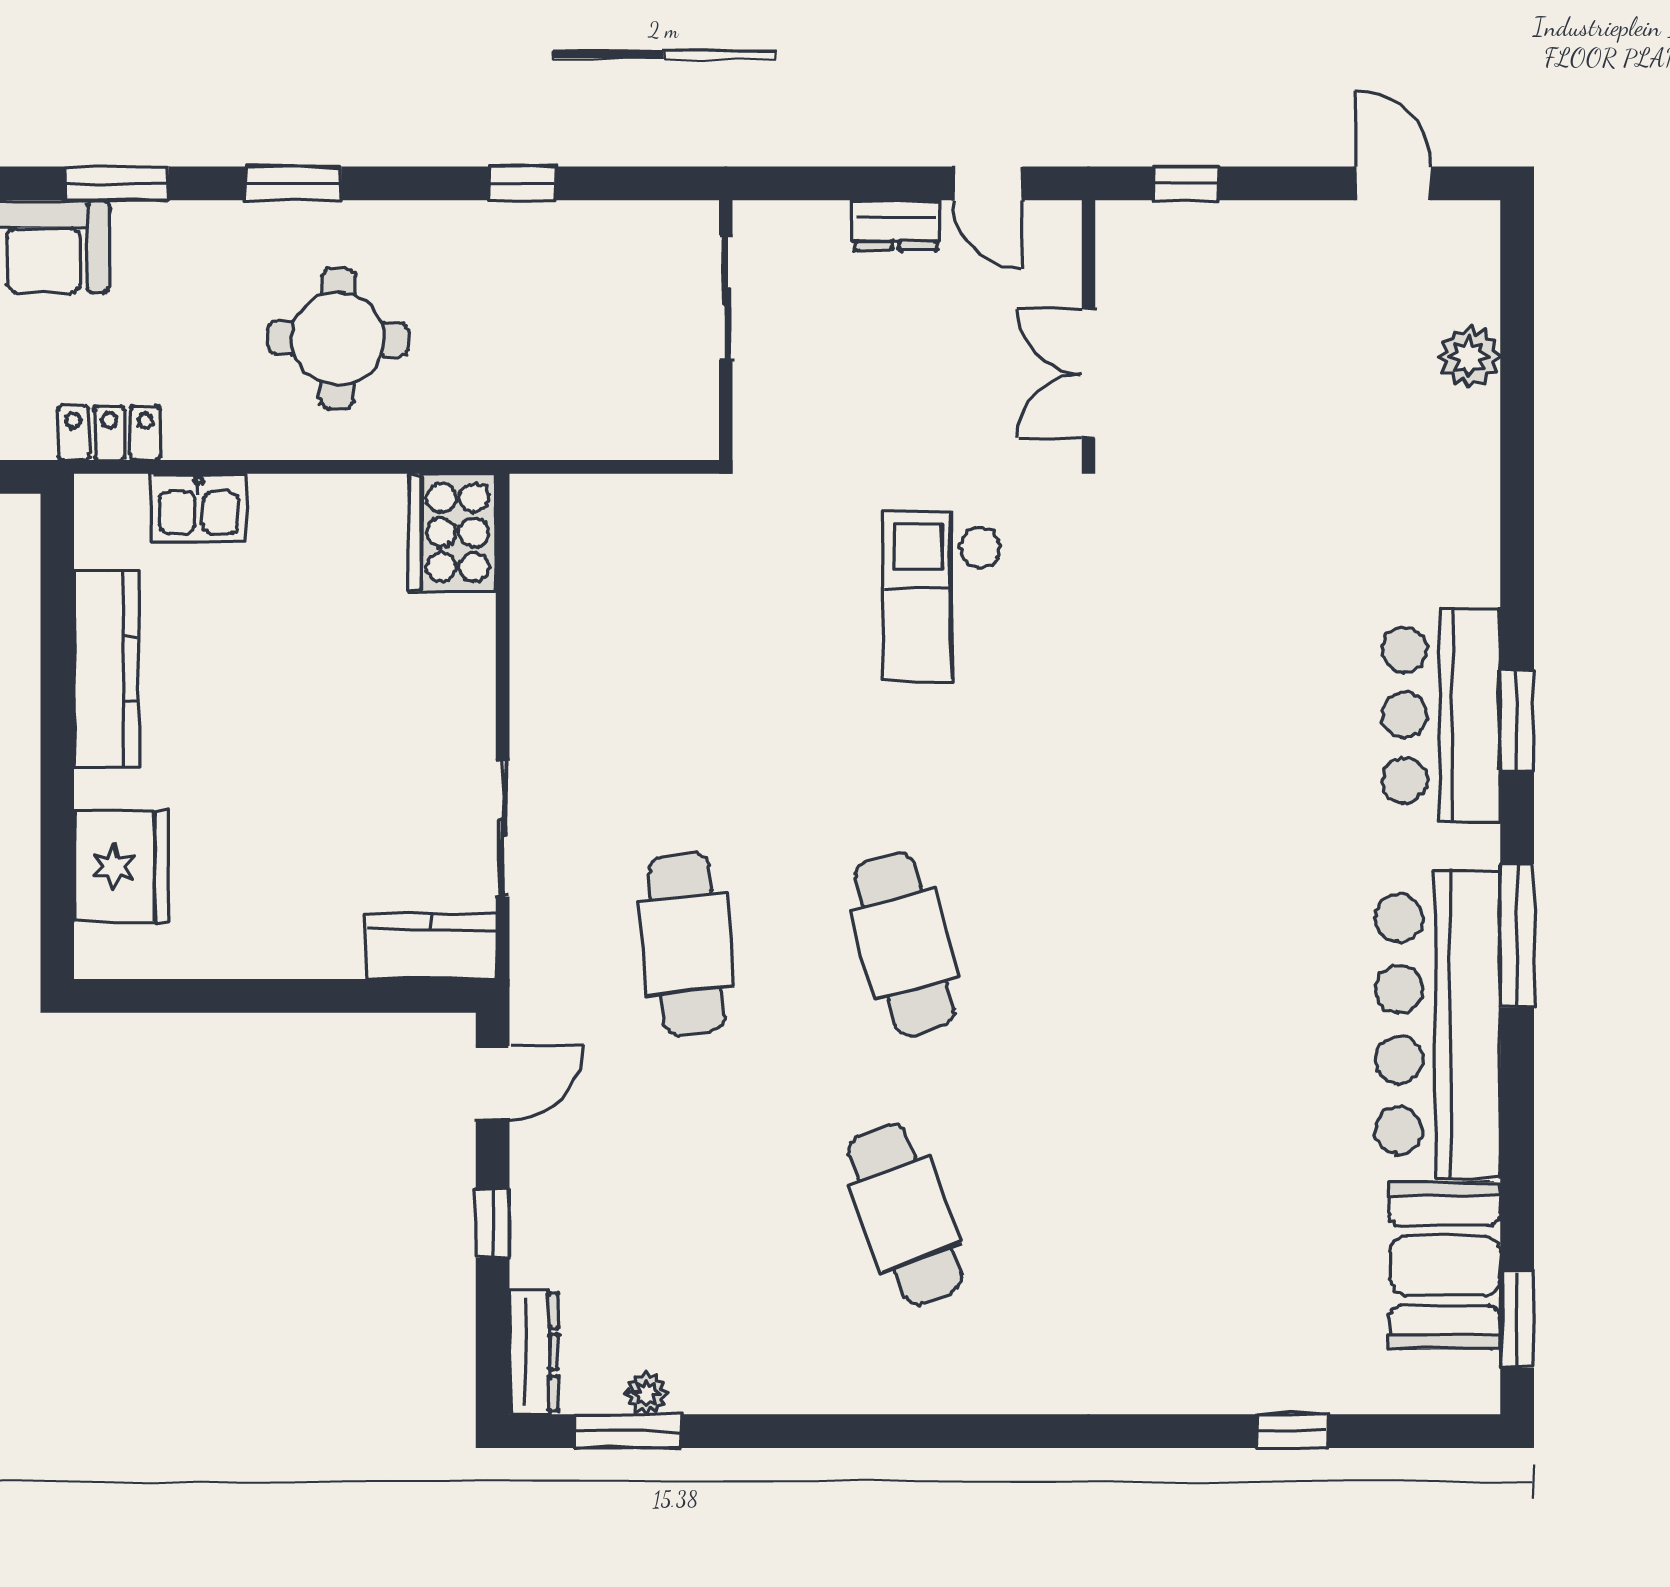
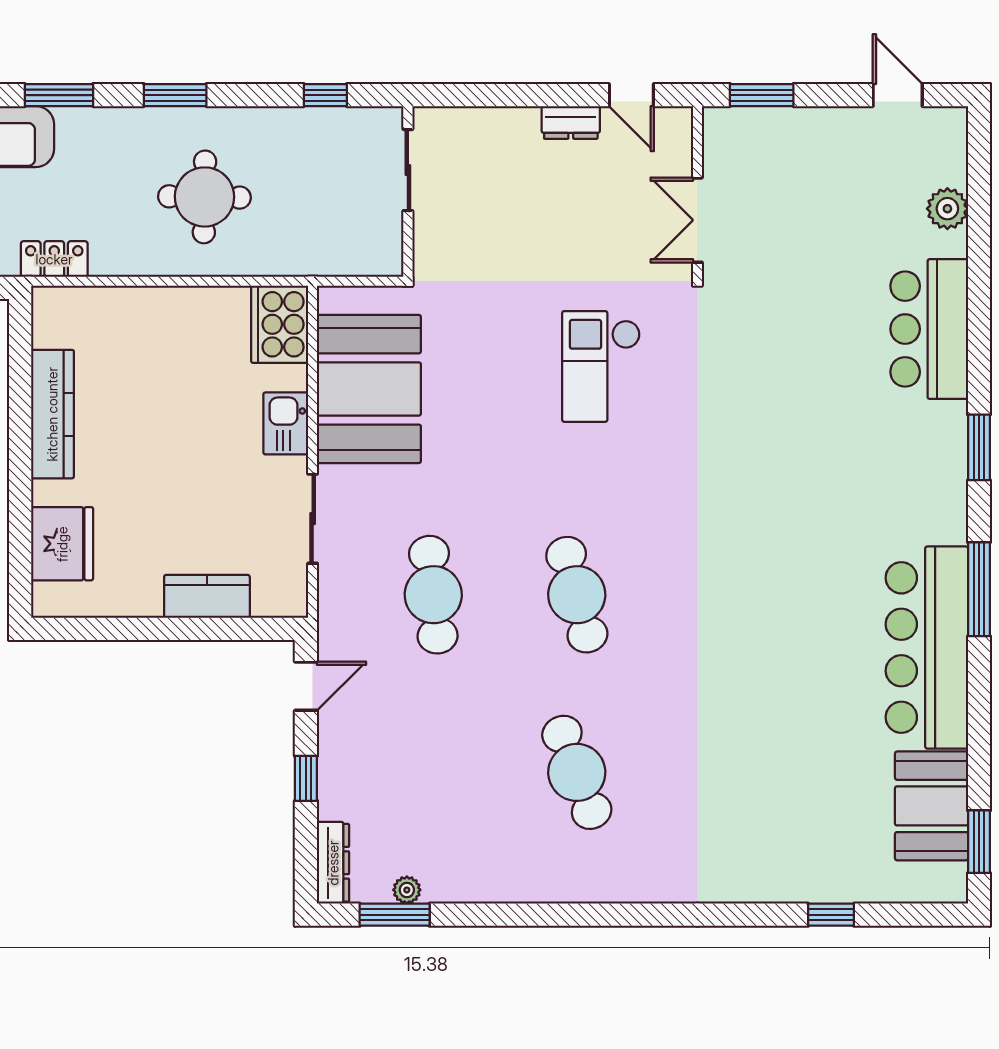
window: (1186, 183) -> (762, 95), width x1.50
sliding door: (726, 298) -> (408, 170), moved
wall: (726, 330) -> (408, 191), moved
kitchen sink: (199, 508) -> (286, 423), moved, turned 90
booth: (588, 631) -> (369, 389), added
bar counter: (1441, 715) -> (929, 329), moved
kitchen counter: (431, 946) -> (207, 596), moved

